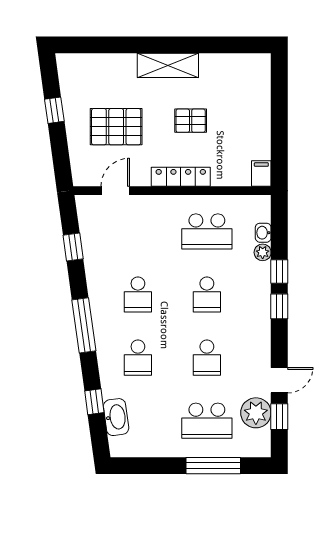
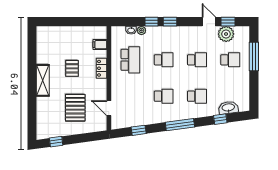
window: (54, 110) -> (56, 142), moved
filing cabinet: (261, 174) -> (100, 45), moved
locker: (181, 177) -> (102, 68), width x0.66
school desk: (207, 421) -> (230, 60), width x0.54

